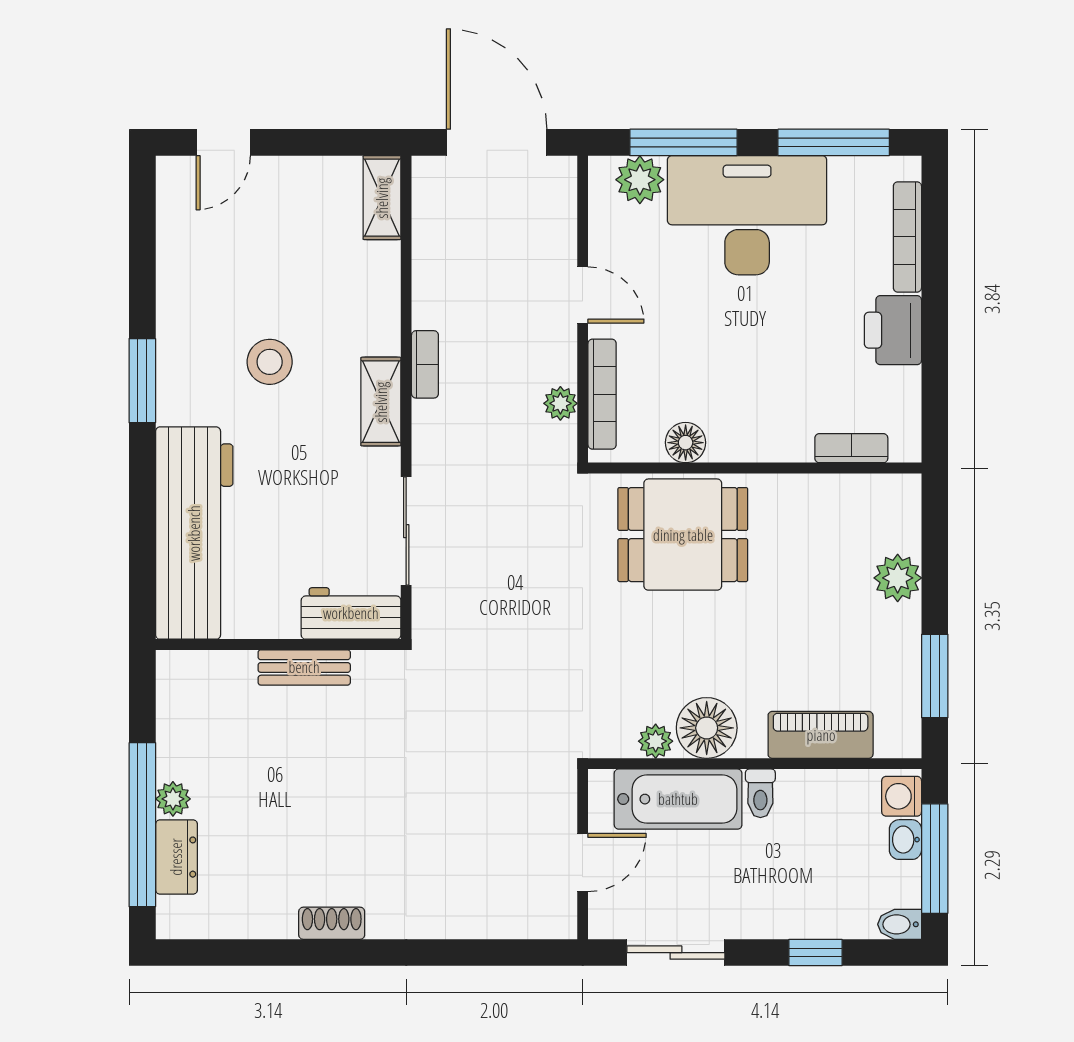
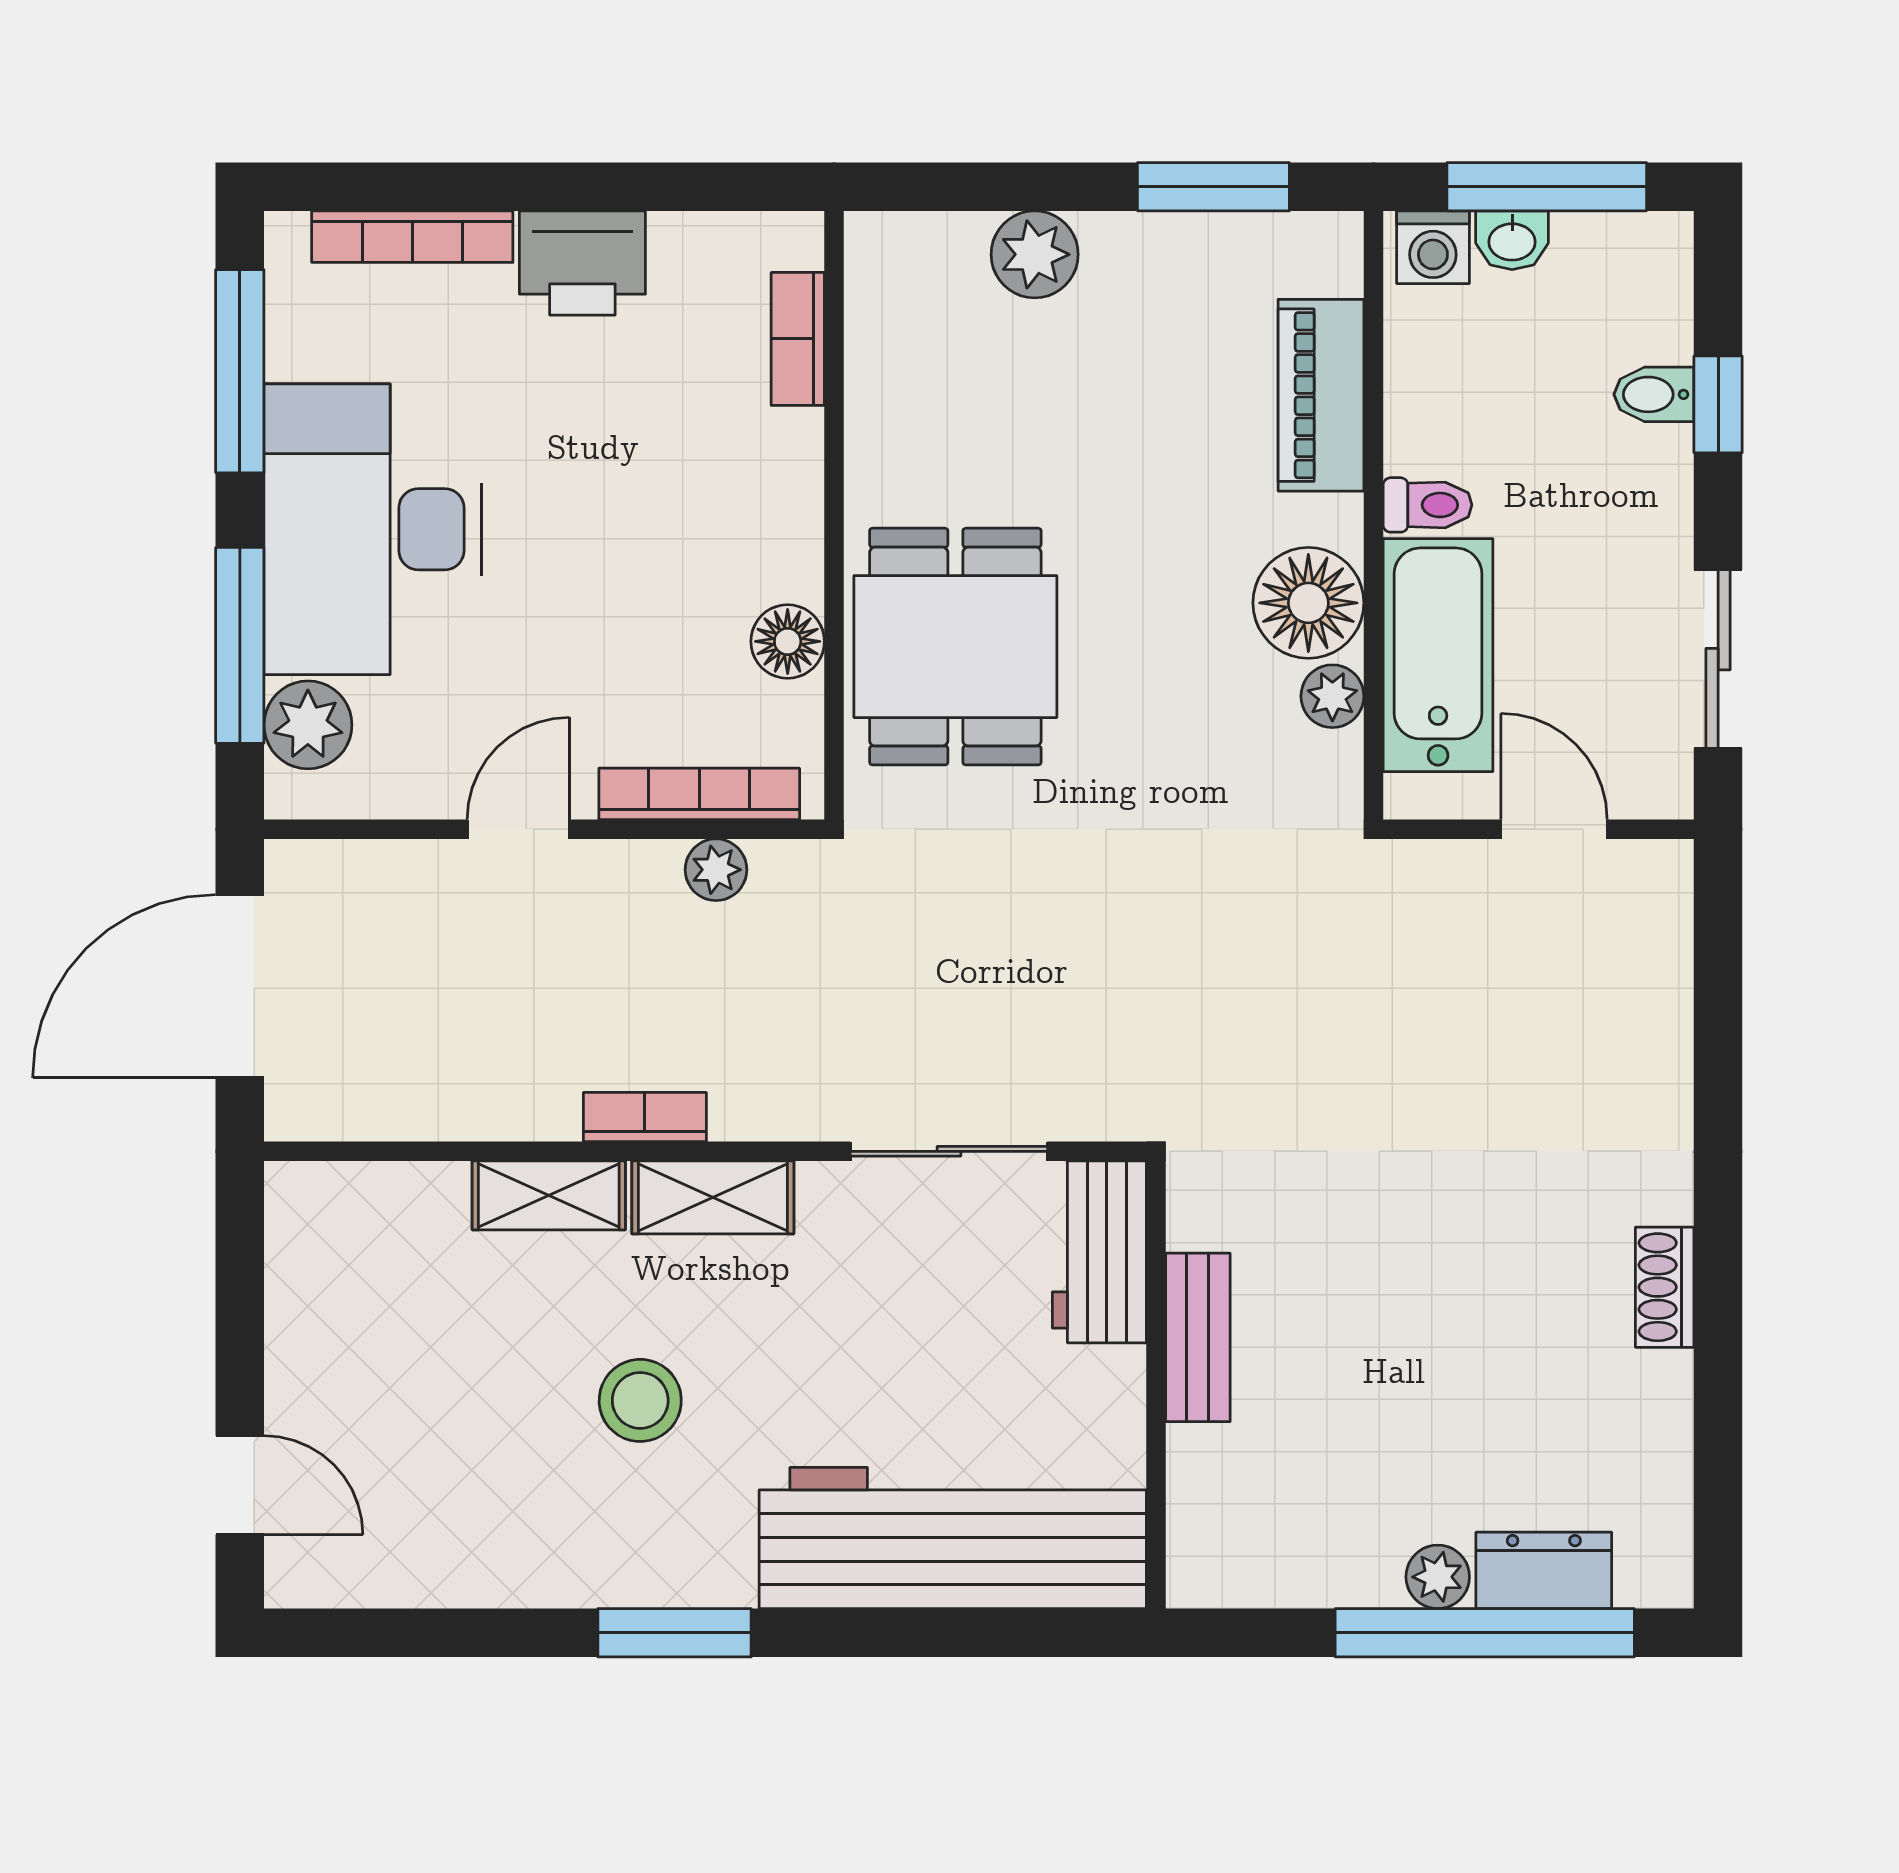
shelving: (382, 198) -> (549, 1195), moved
bidet: (900, 924) -> (1654, 394), moved, turned 90

